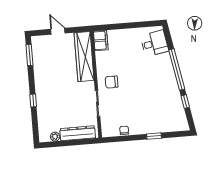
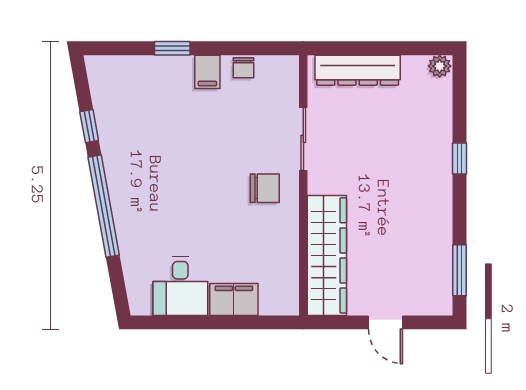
filing cabinet: (101, 40) -> (234, 299), moved, turned 90
desk: (154, 43) -> (180, 286), moved, turned -80
filing cabinet: (139, 128) -> (207, 72), added
plant: (55, 137) -> (440, 66), moved

